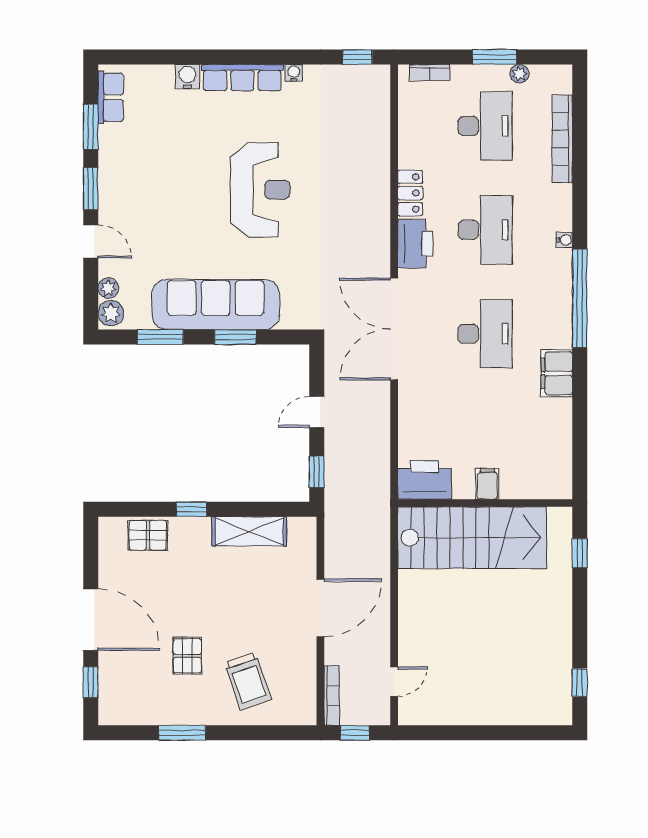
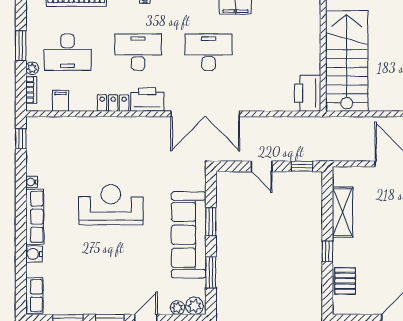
plant: (519, 74) -> (32, 68), moved
row of seats: (111, 97) -> (34, 295), moved, turned 90
desk: (485, 126) -> (68, 52), turned 180
filing cabinet: (487, 484) -> (60, 101), moved, turned 90

